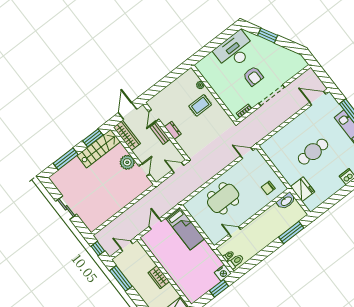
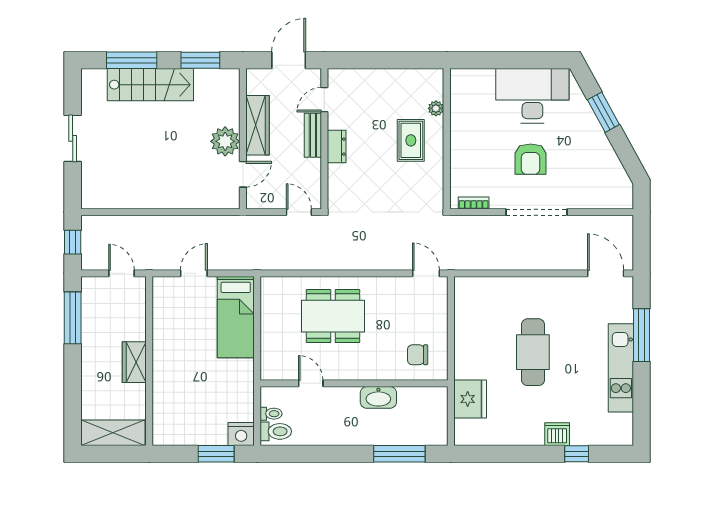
rug: (200, 105) -> (411, 140), turned 90
wardrobe: (127, 135) -> (257, 125), moved
stairs: (99, 149) -> (150, 85), moved
cafe table: (313, 152) -> (533, 352), turned 90
washbasin: (286, 201) -> (378, 397), moved

